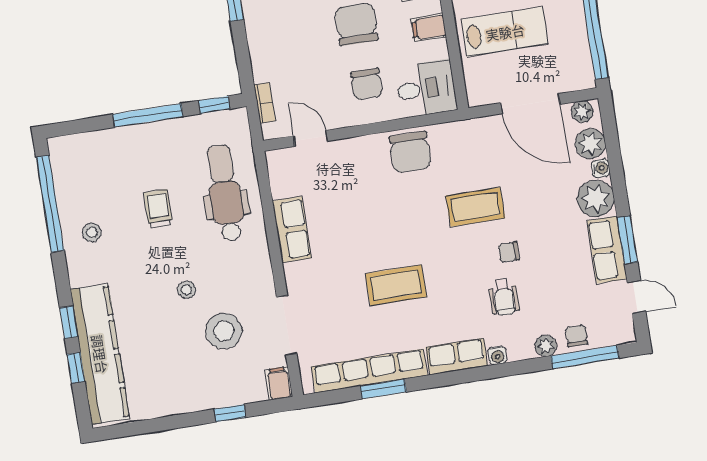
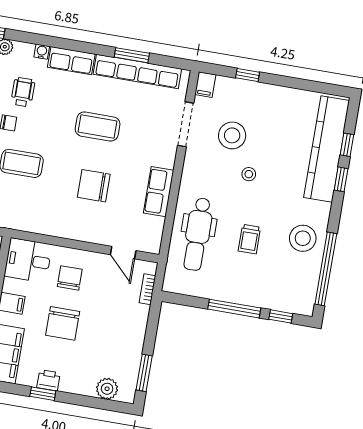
window: (214, 105) -> (281, 316), moved
chair: (410, 152) -> (94, 186), moved, turned -90
stool: (92, 232) -> (303, 238), width x1.89, depth x1.89

